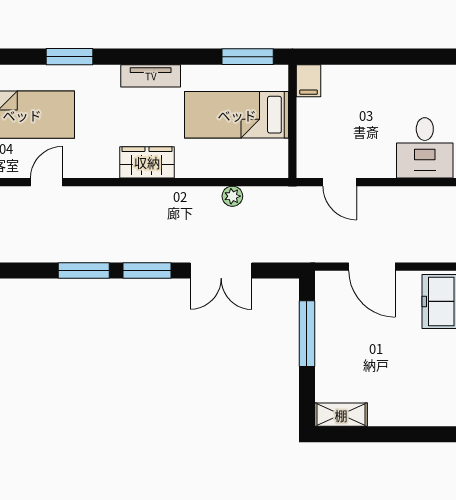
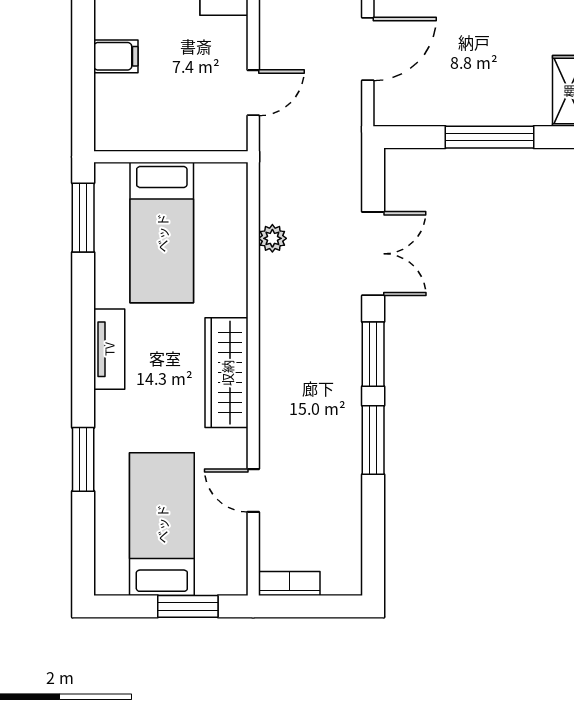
filing cabinet: (309, 81) -> (116, 56), moved
wardrobe: (147, 162) -> (227, 373), width x1.50
window: (307, 334) -> (490, 137), moved

